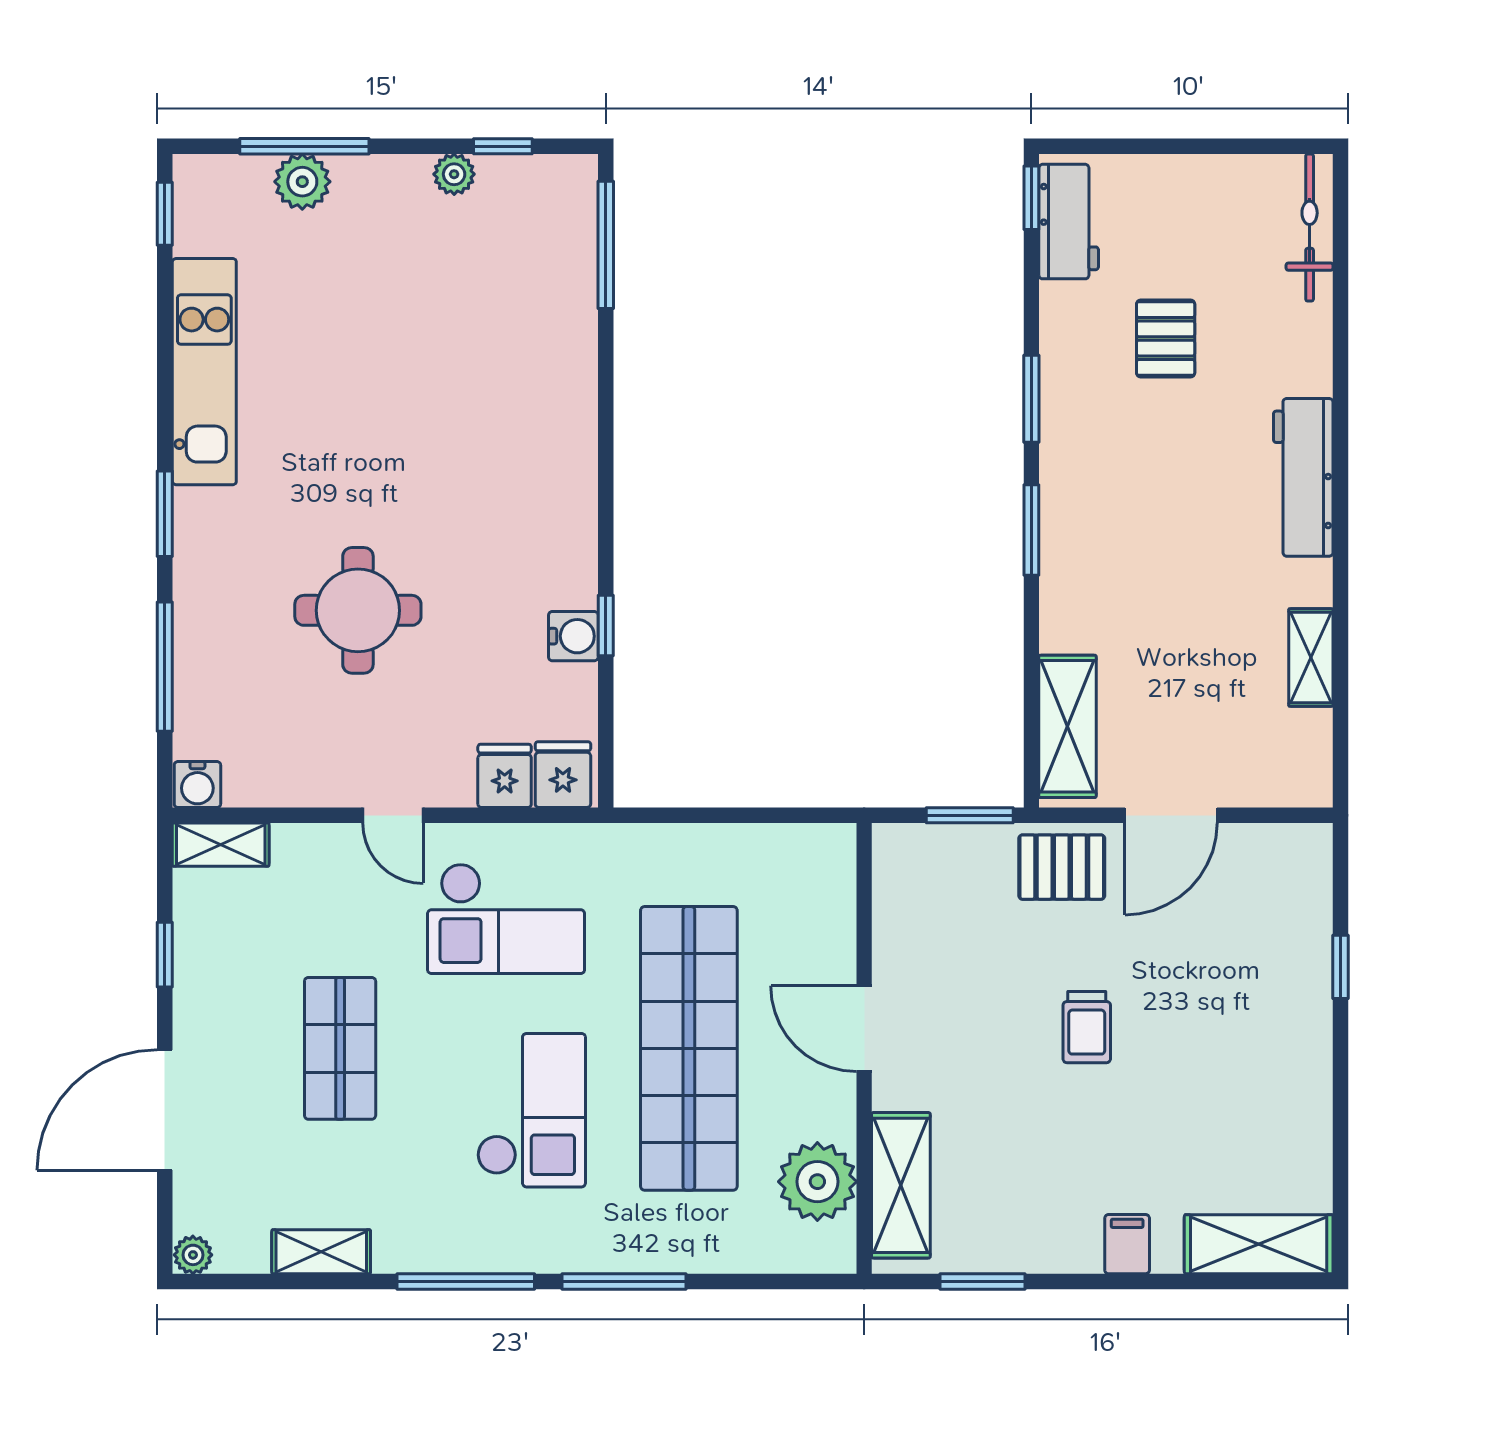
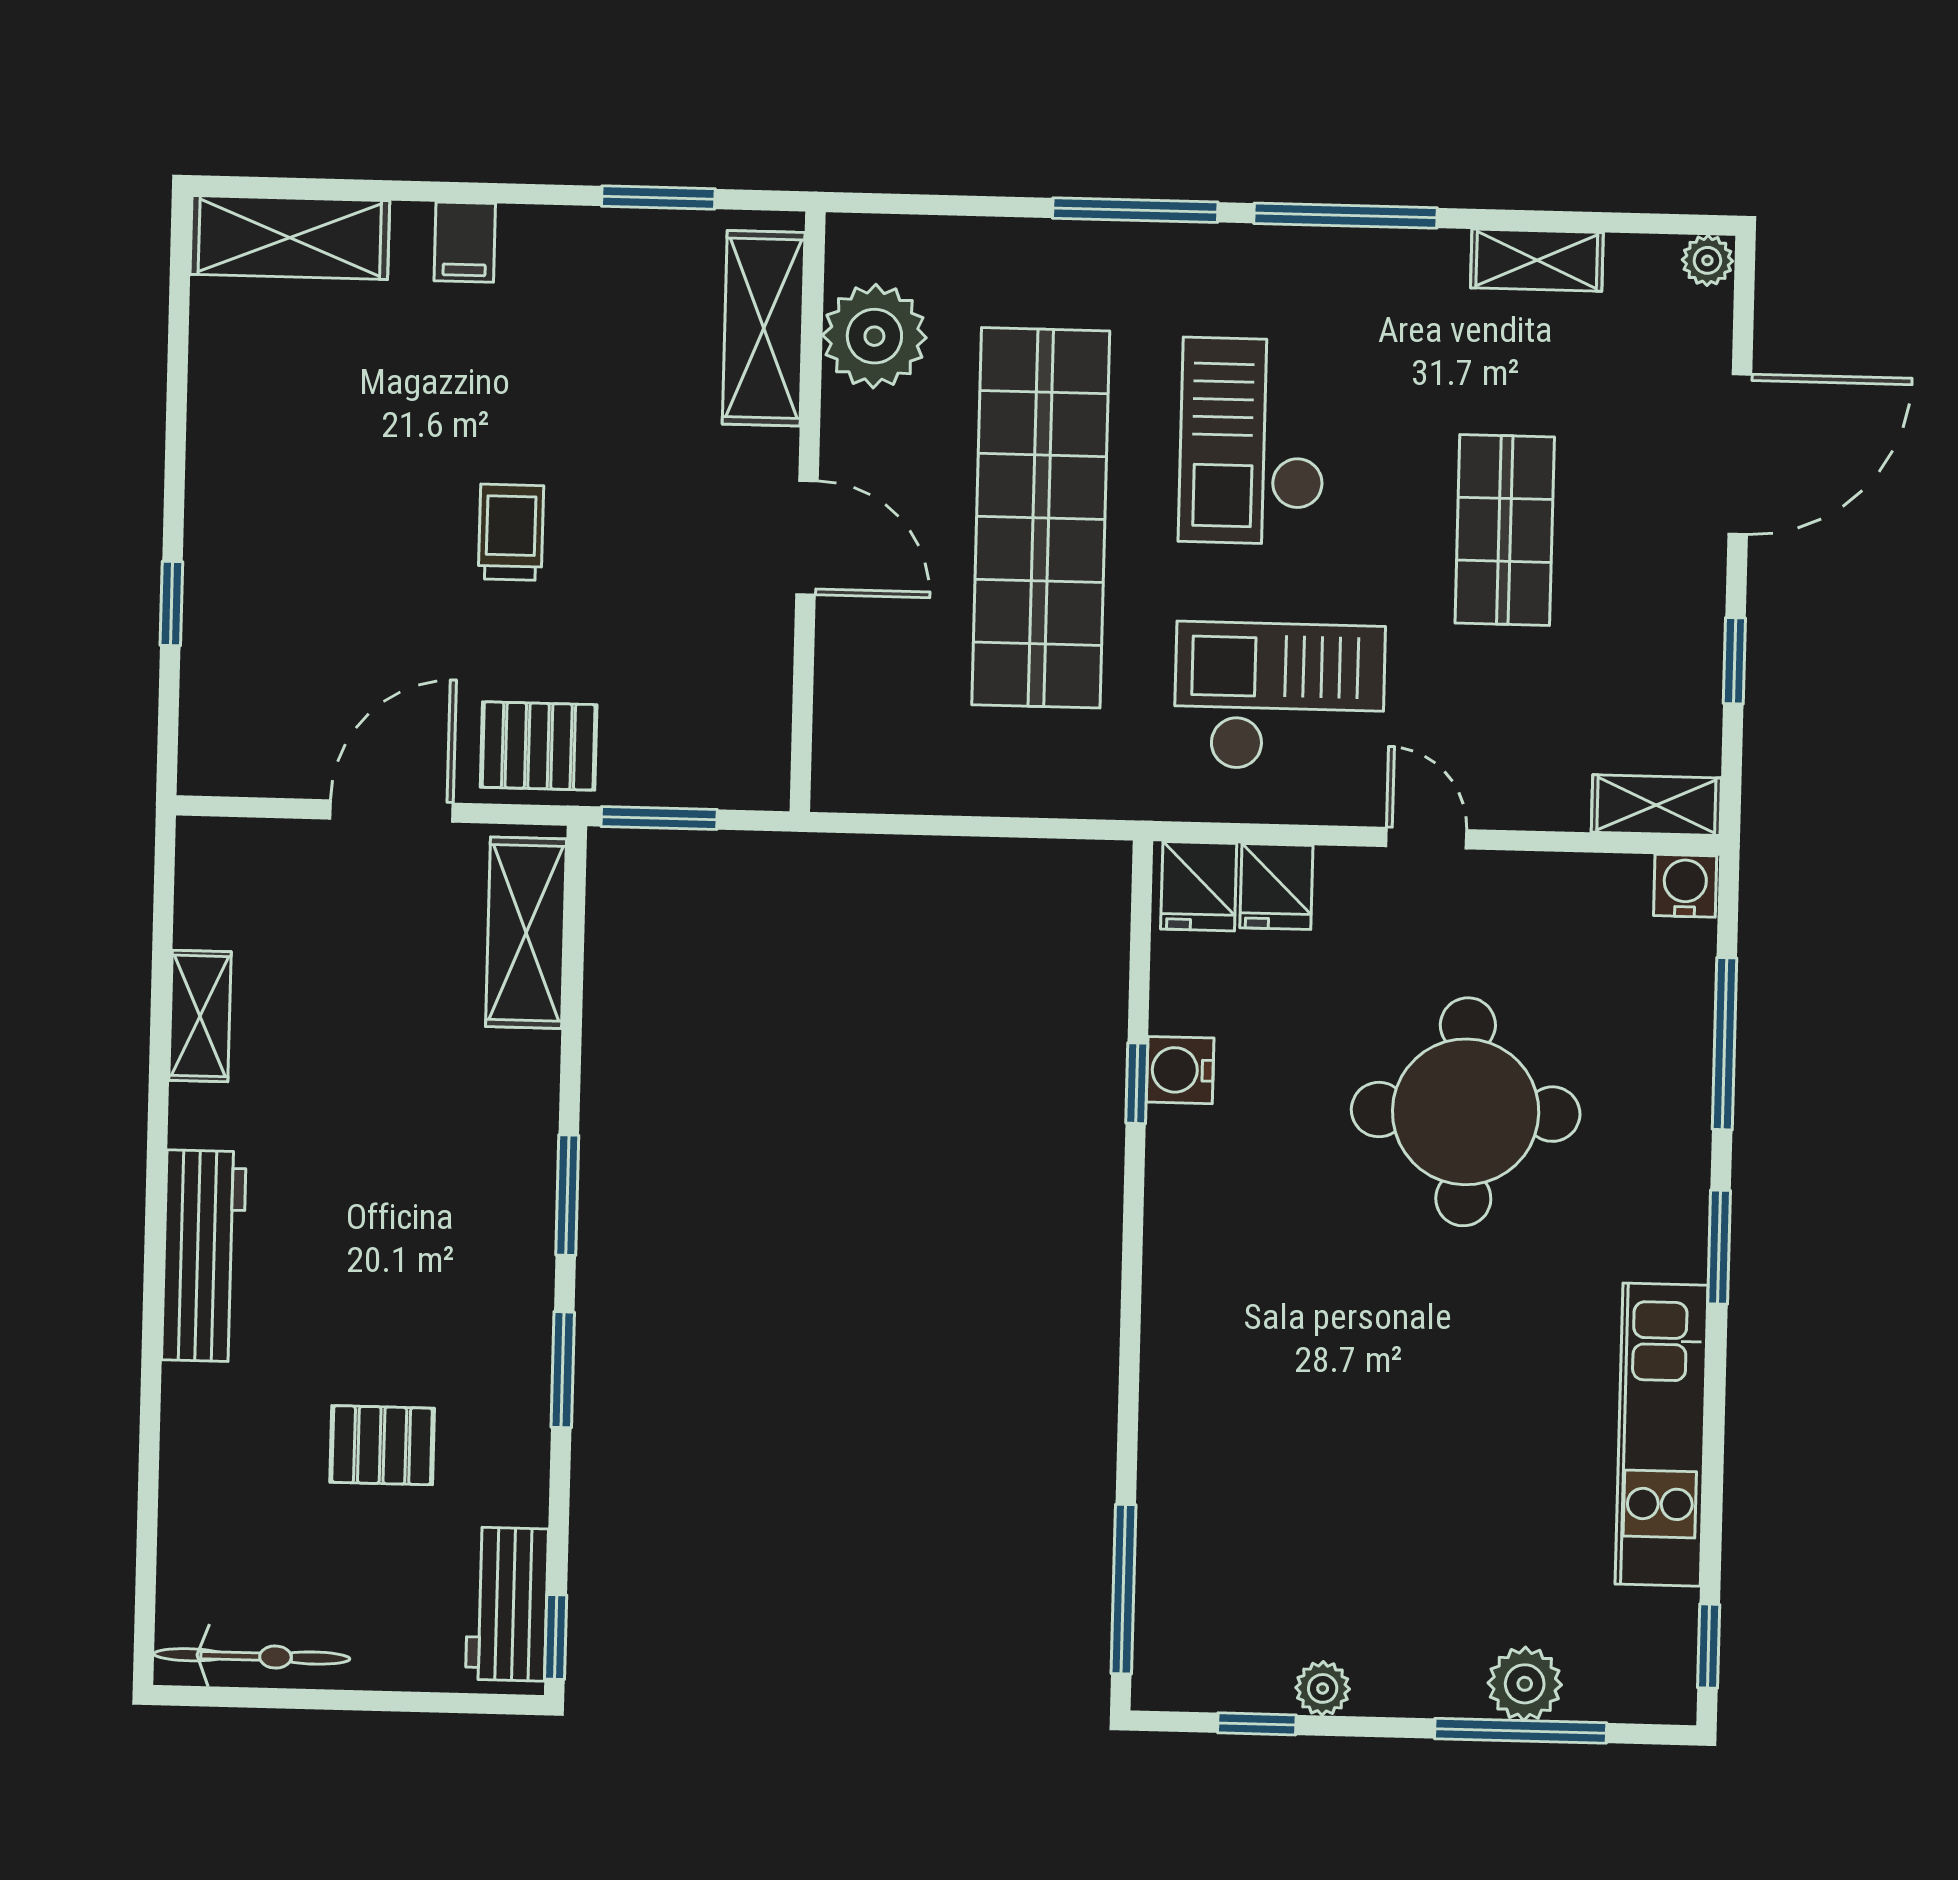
bicycle: (1310, 228) -> (252, 1656), moved, turned -90
pallet: (1166, 338) -> (382, 1445), turned 90
round table: (358, 610) -> (1466, 1112), width x1.36, depth x1.36

